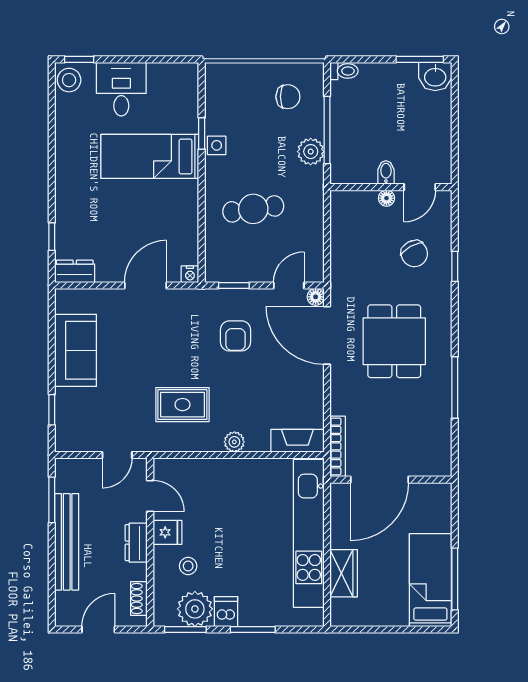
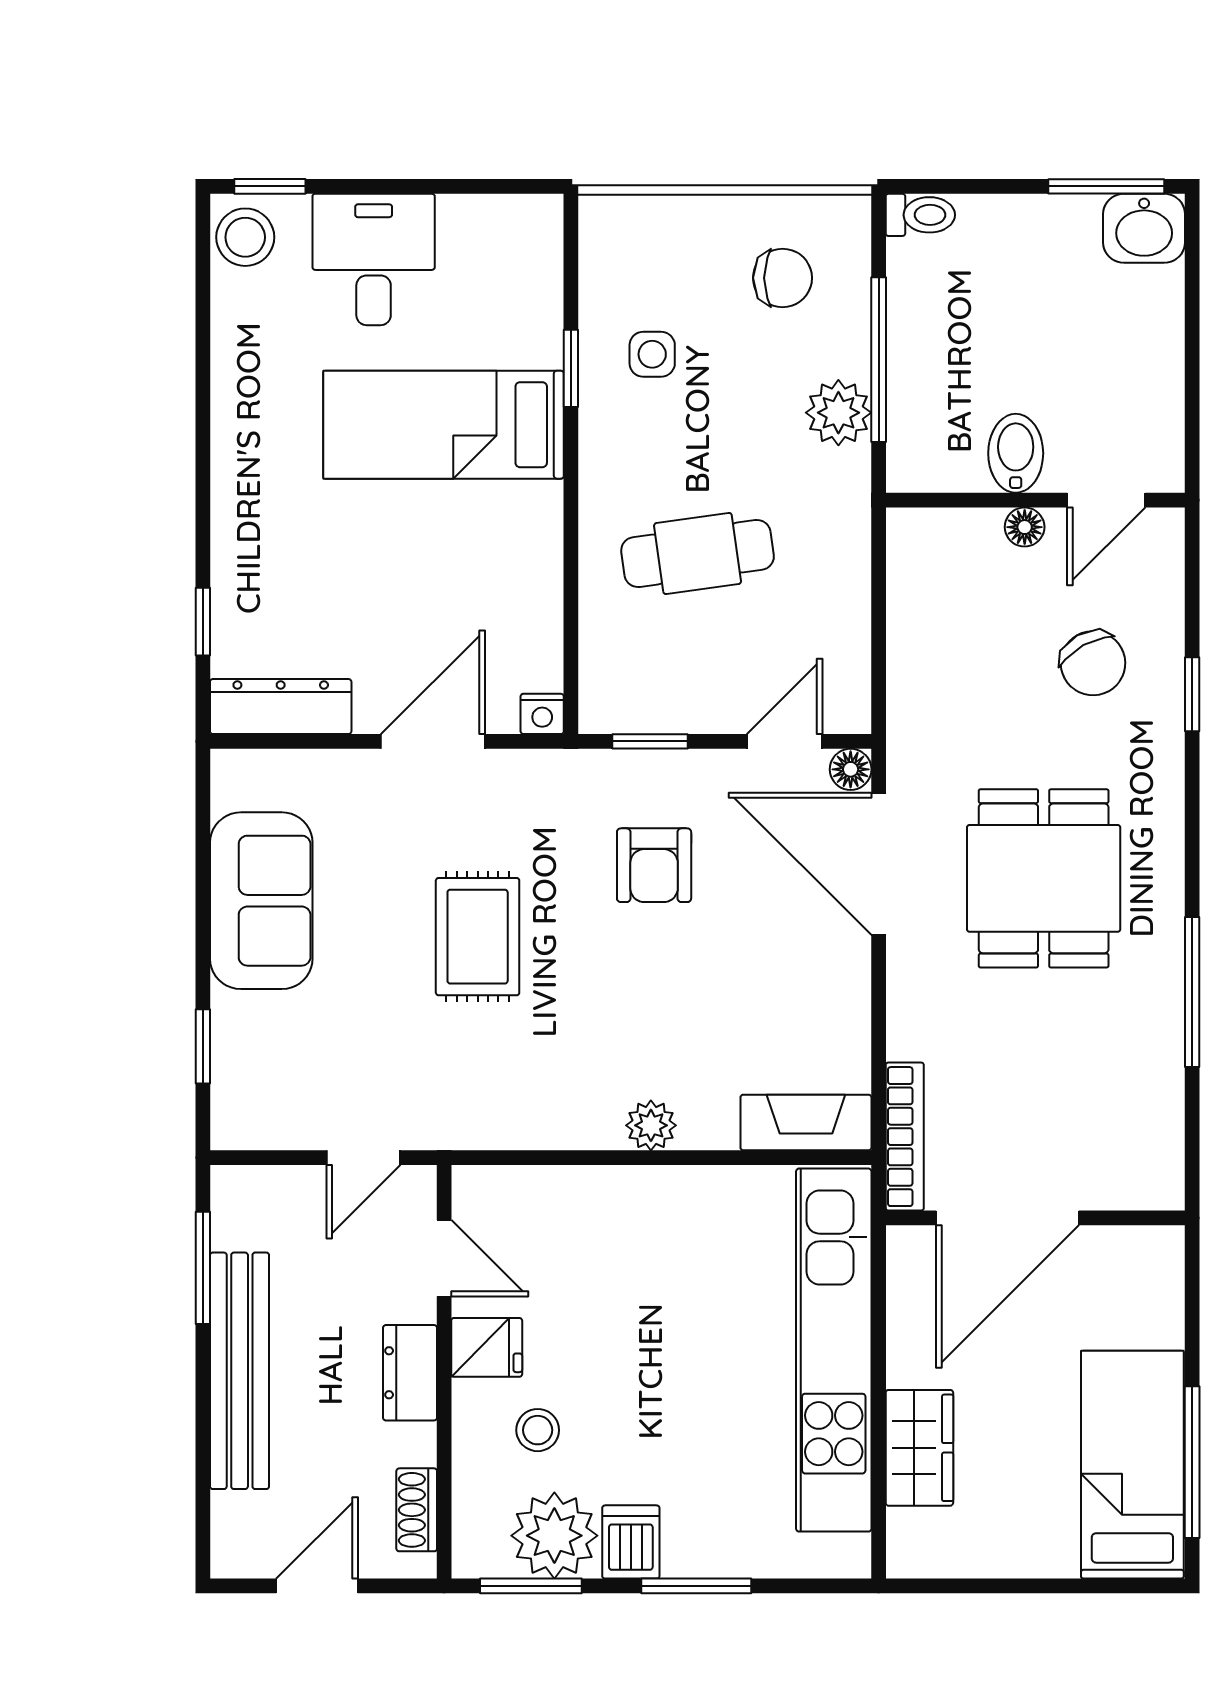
side table: (217, 145) -> (652, 354), moved
bidet: (386, 172) -> (1016, 453), width x1.38, depth x1.36
dresser: (75, 271) -> (281, 707), width x1.44
rug: (182, 405) -> (478, 937), moved, turned 90

